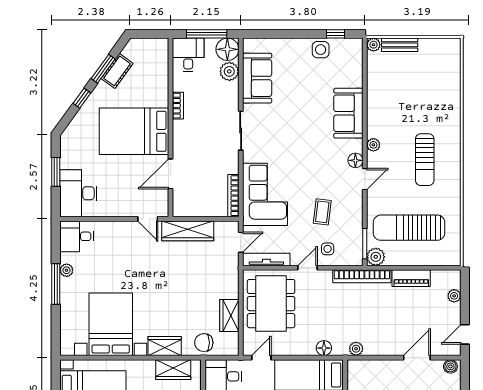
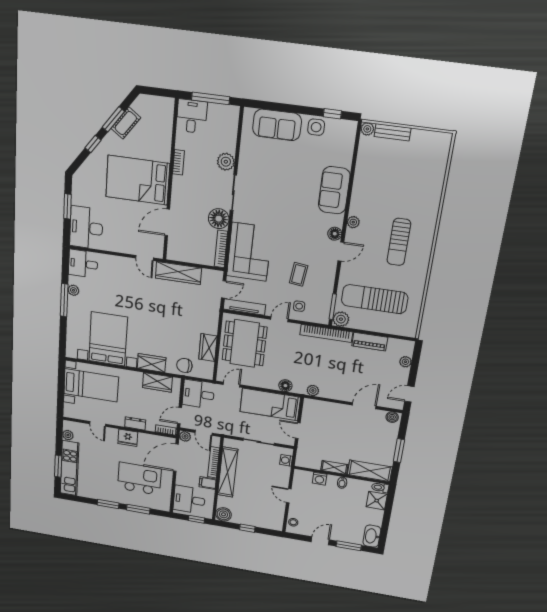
floor lamp: (227, 49) -> (219, 219), moved
plant: (229, 71) -> (226, 162), moved
sofa: (257, 78) -> (277, 125), moved, turned 90

